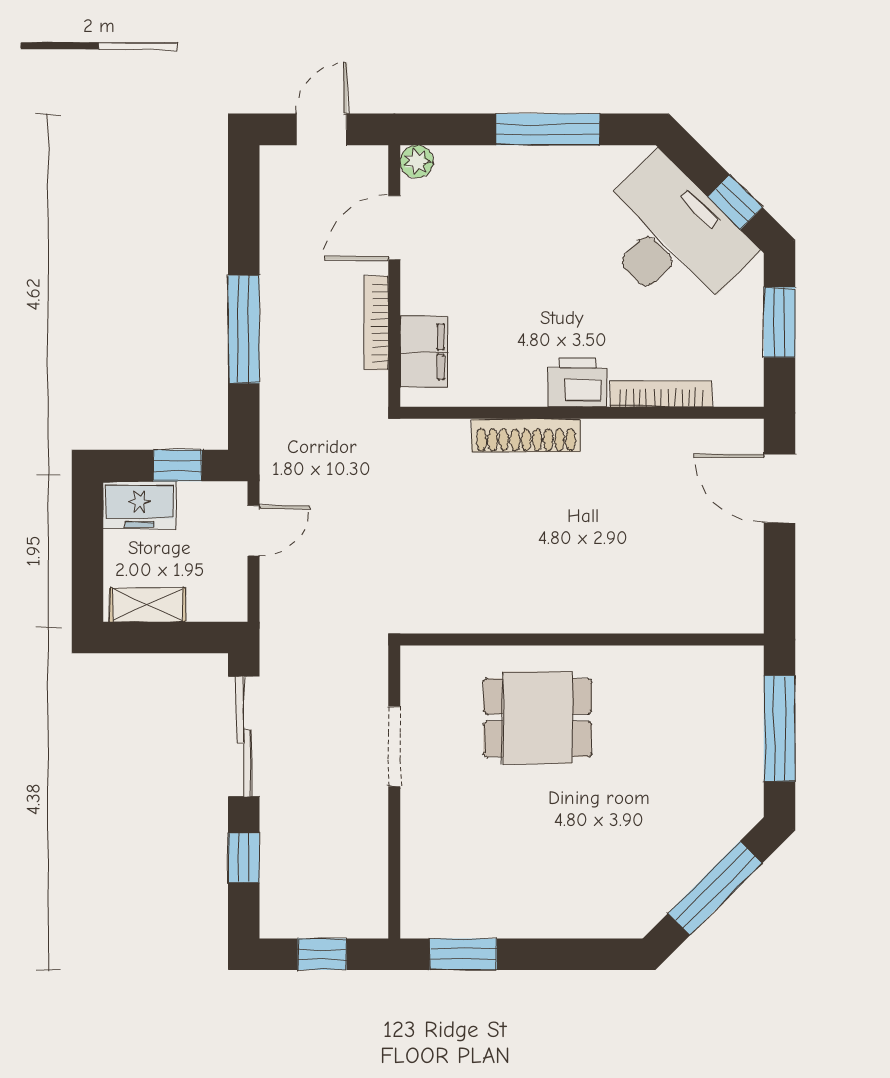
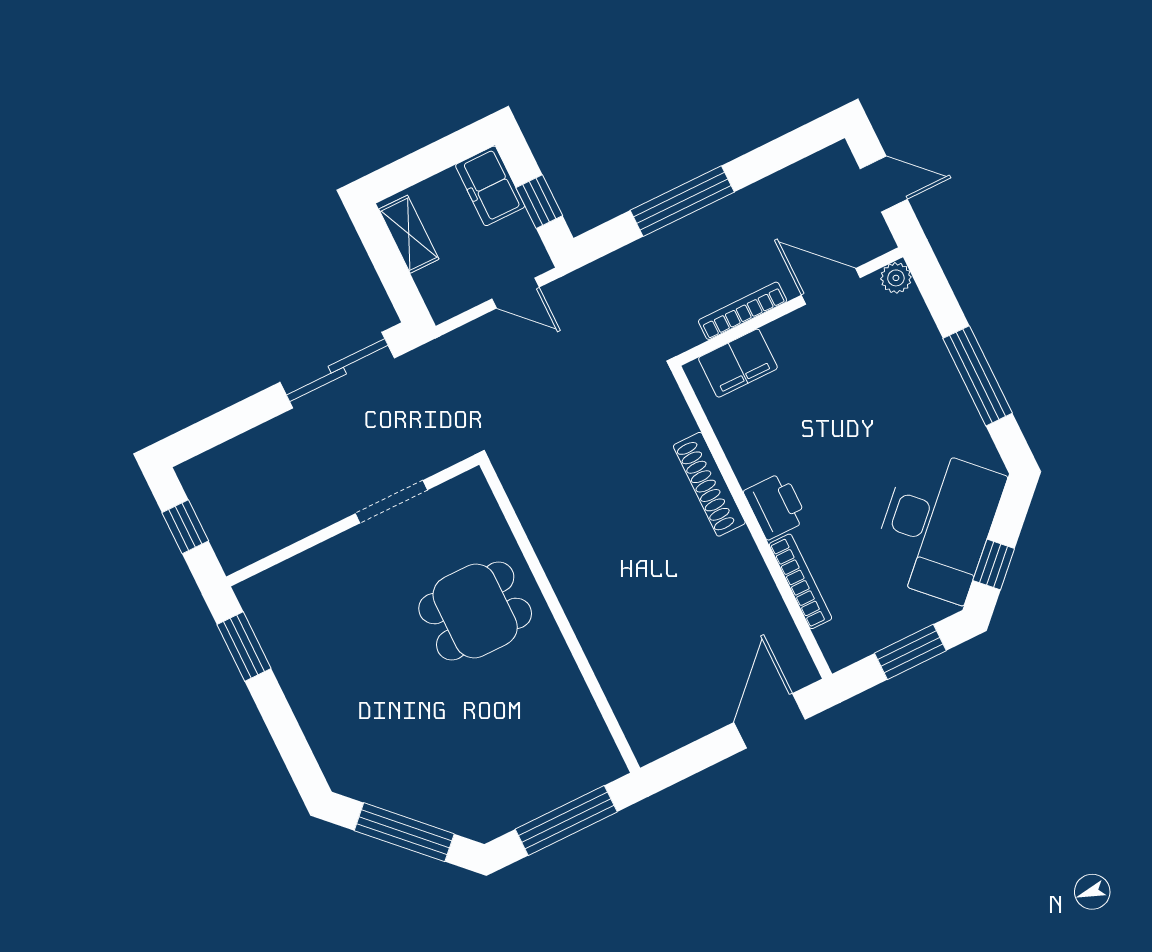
dining table: (537, 718) -> (475, 611), turned 90
window: (244, 858) -> (234, 421), removed

